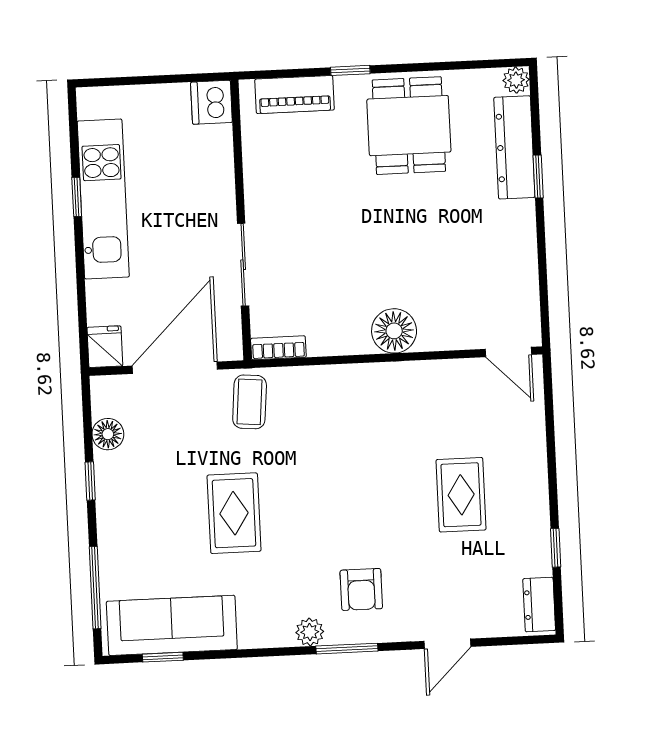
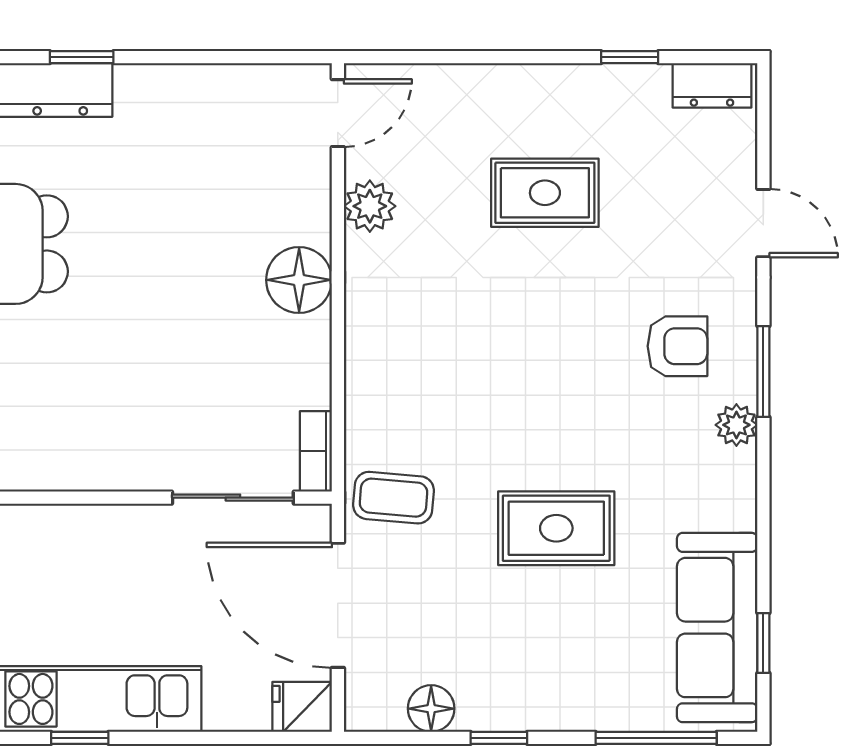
sliding door: (243, 265) -> (233, 498), moved
plant: (446, 376) -> (370, 206), added

